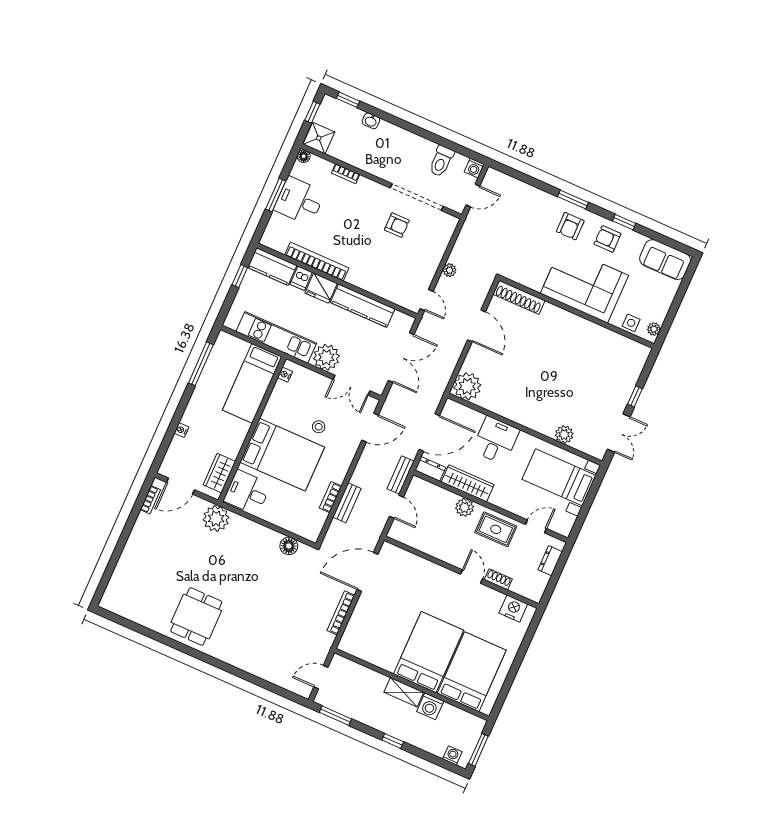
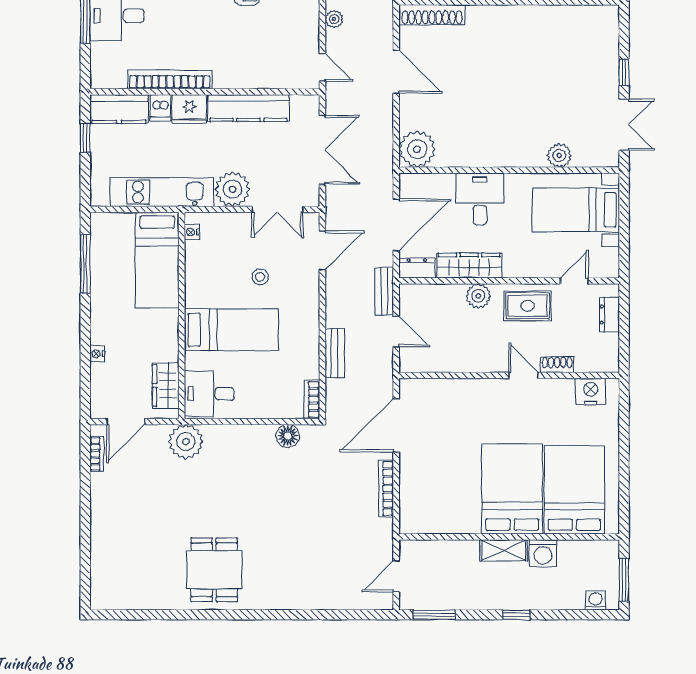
bed: (282, 455) -> (231, 330), width x0.67
bookcase: (331, 497) -> (312, 399), moved

